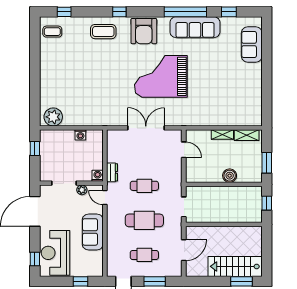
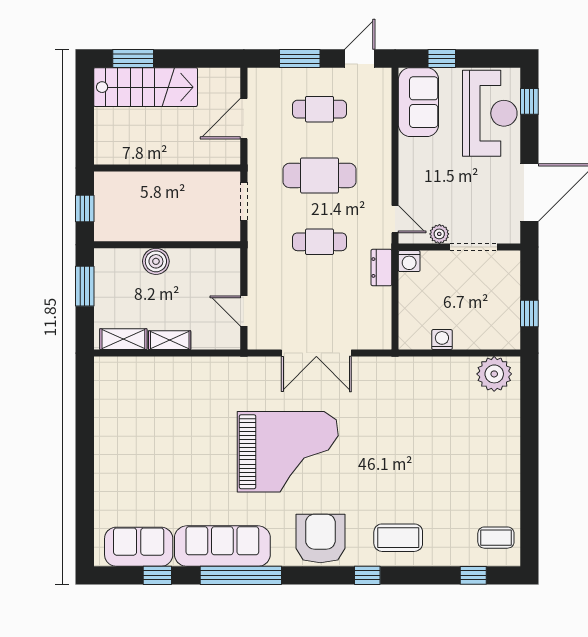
sofa: (252, 44) -> (139, 547), moved, turned -90
sofa: (93, 232) -> (418, 102), moved

